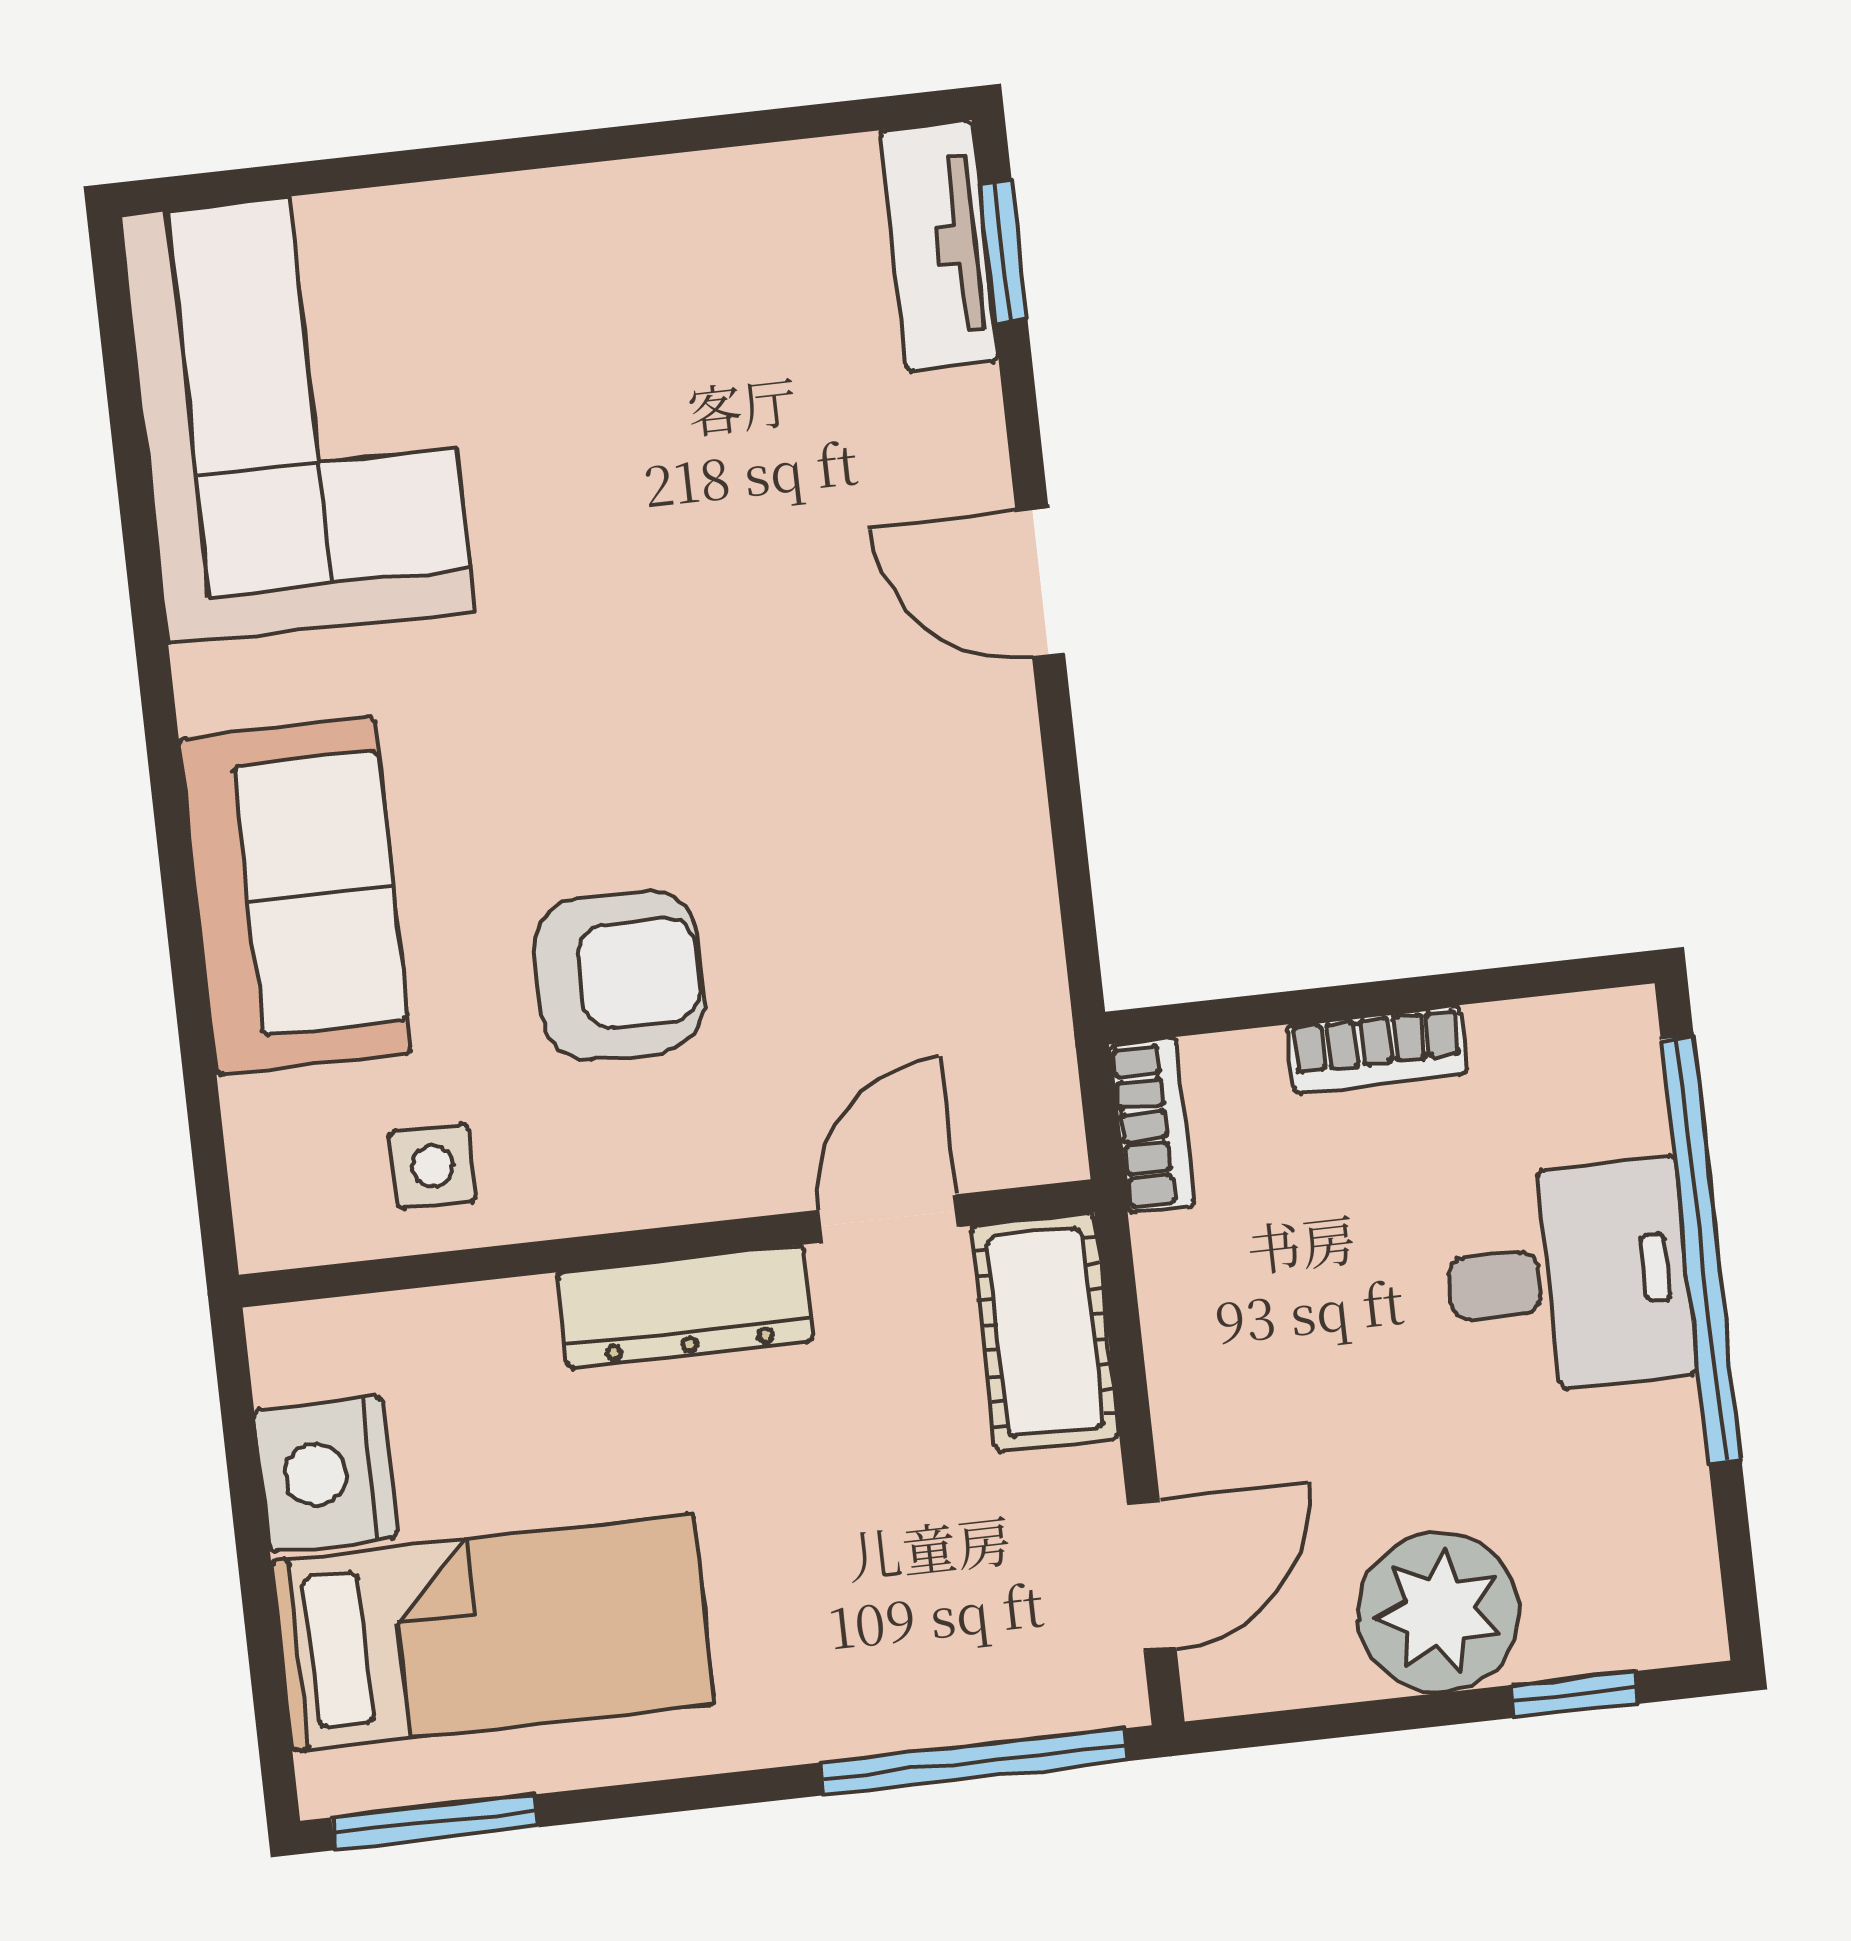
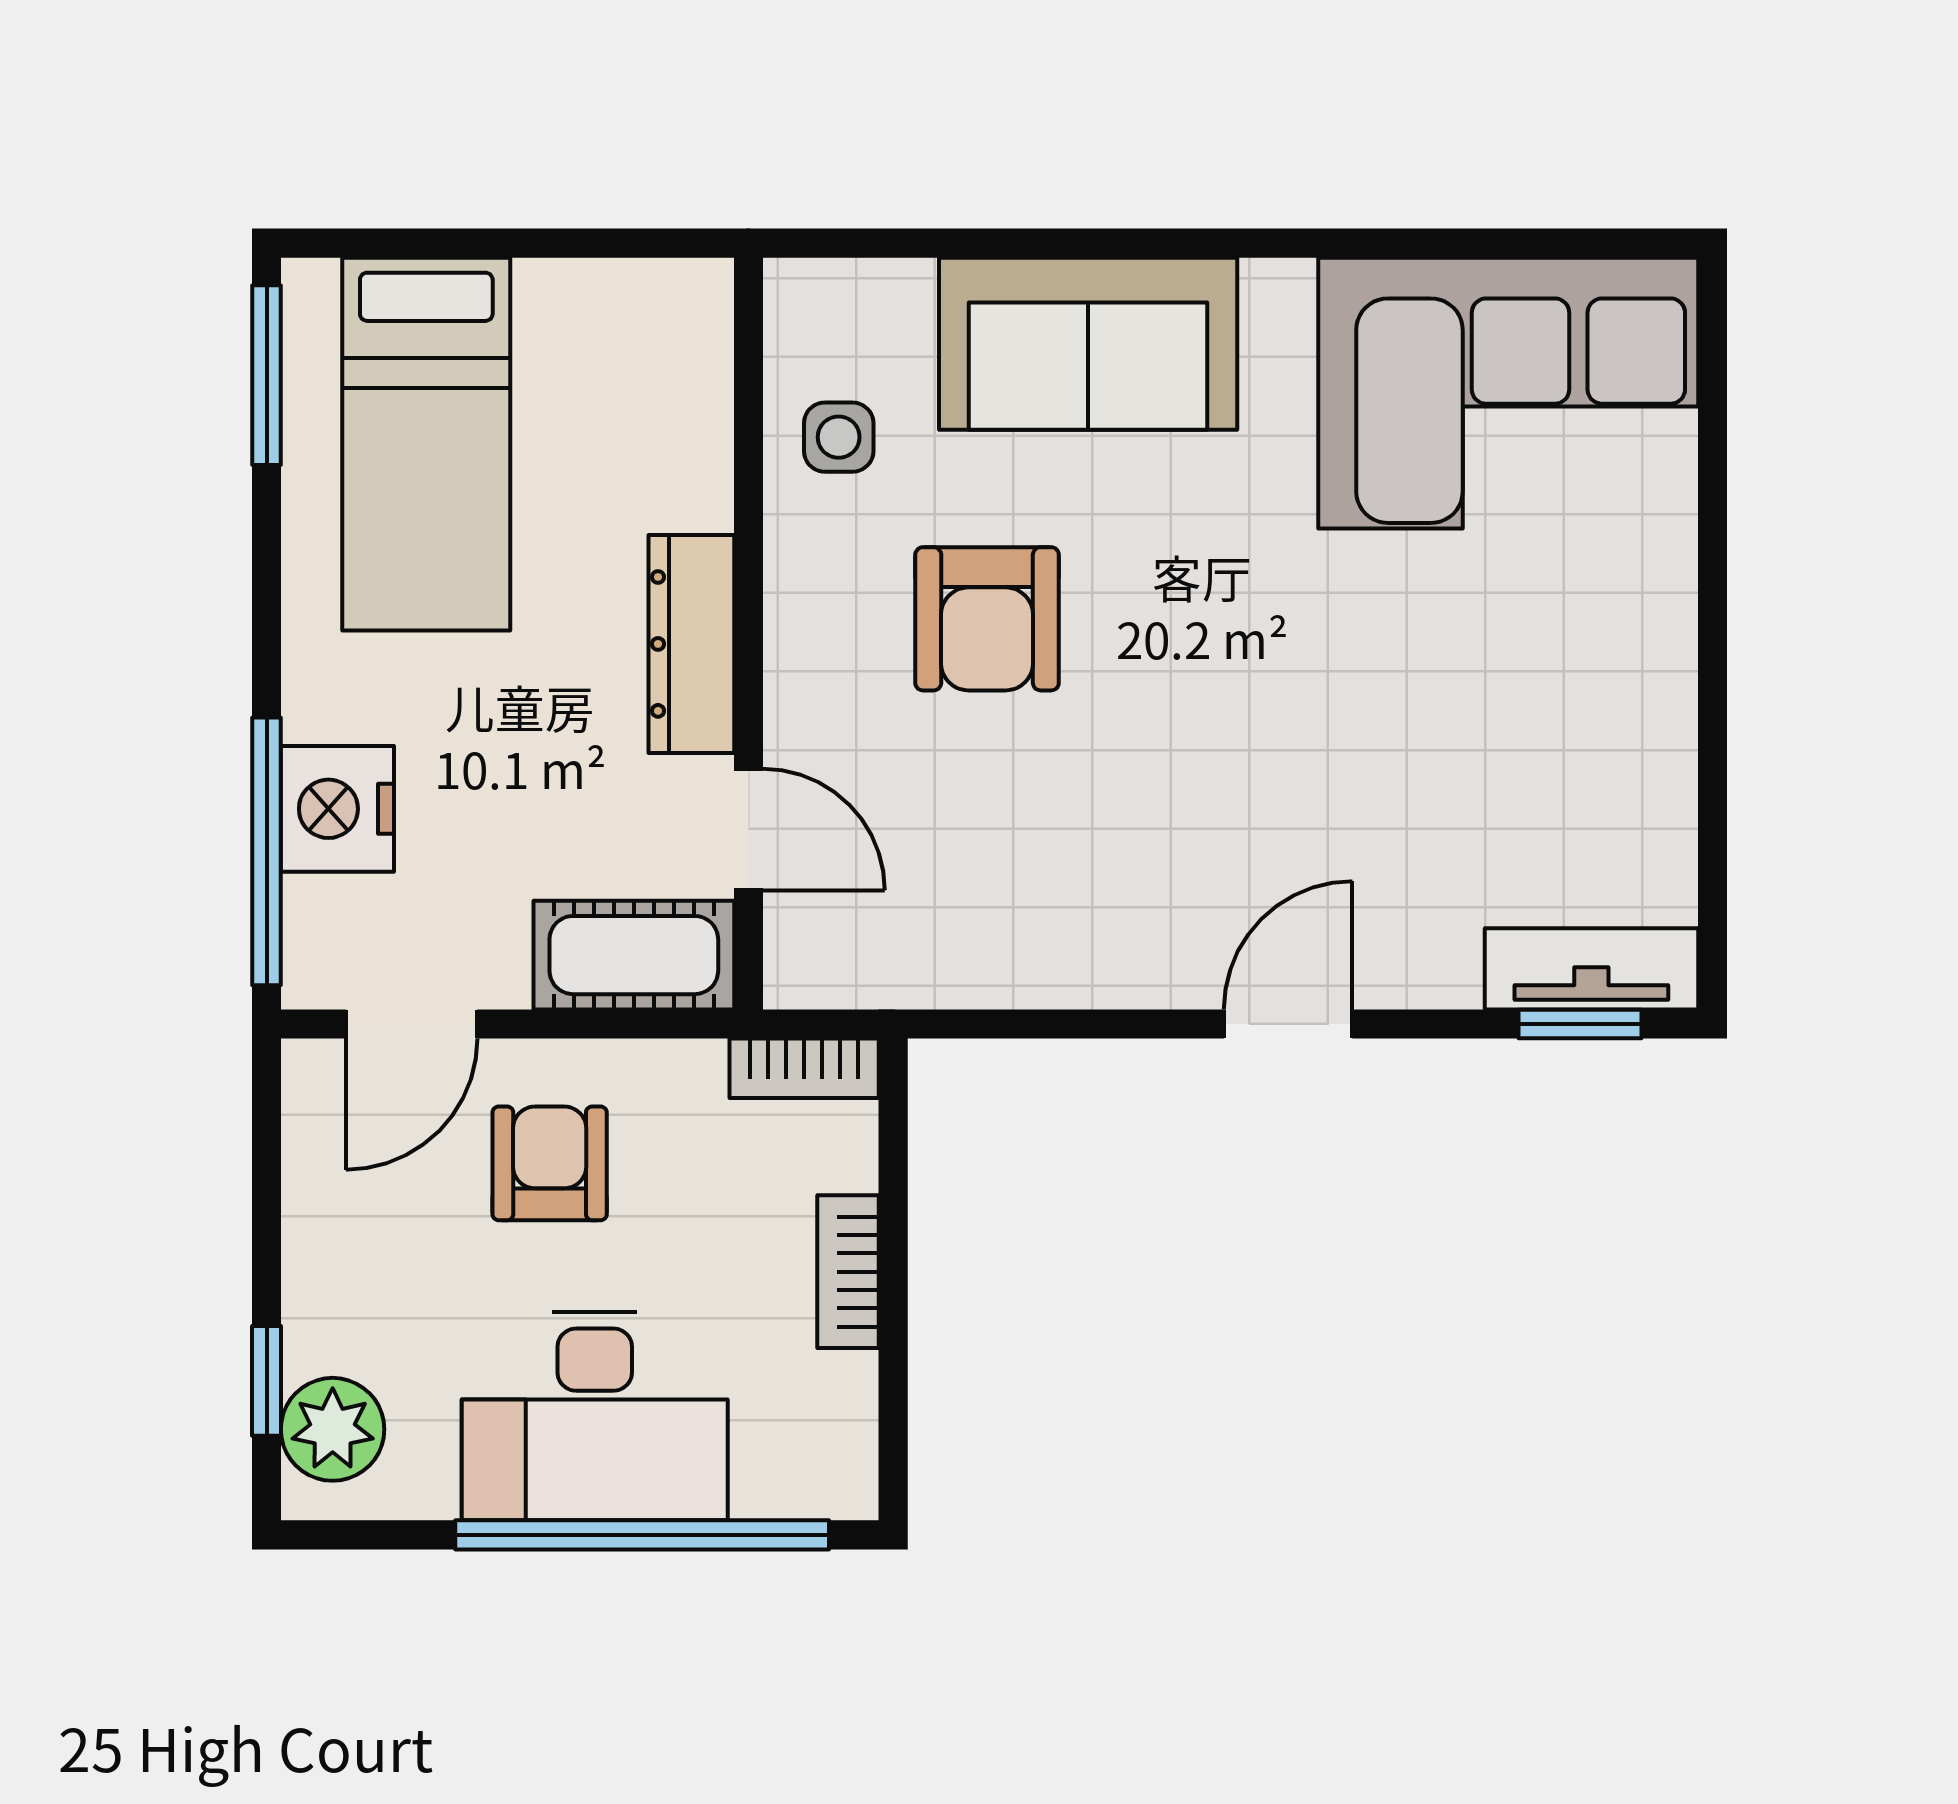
desk: (1568, 1277) -> (595, 1416), width x1.37
armchair: (1292, 1401) -> (550, 1163), added
nightstand: (326, 1474) -> (337, 809), moved, turned -90
door: (1152, 1575) -> (412, 1024), hinge flipped
plant: (1439, 1612) -> (333, 1429), moved, width x0.73, depth x0.73

